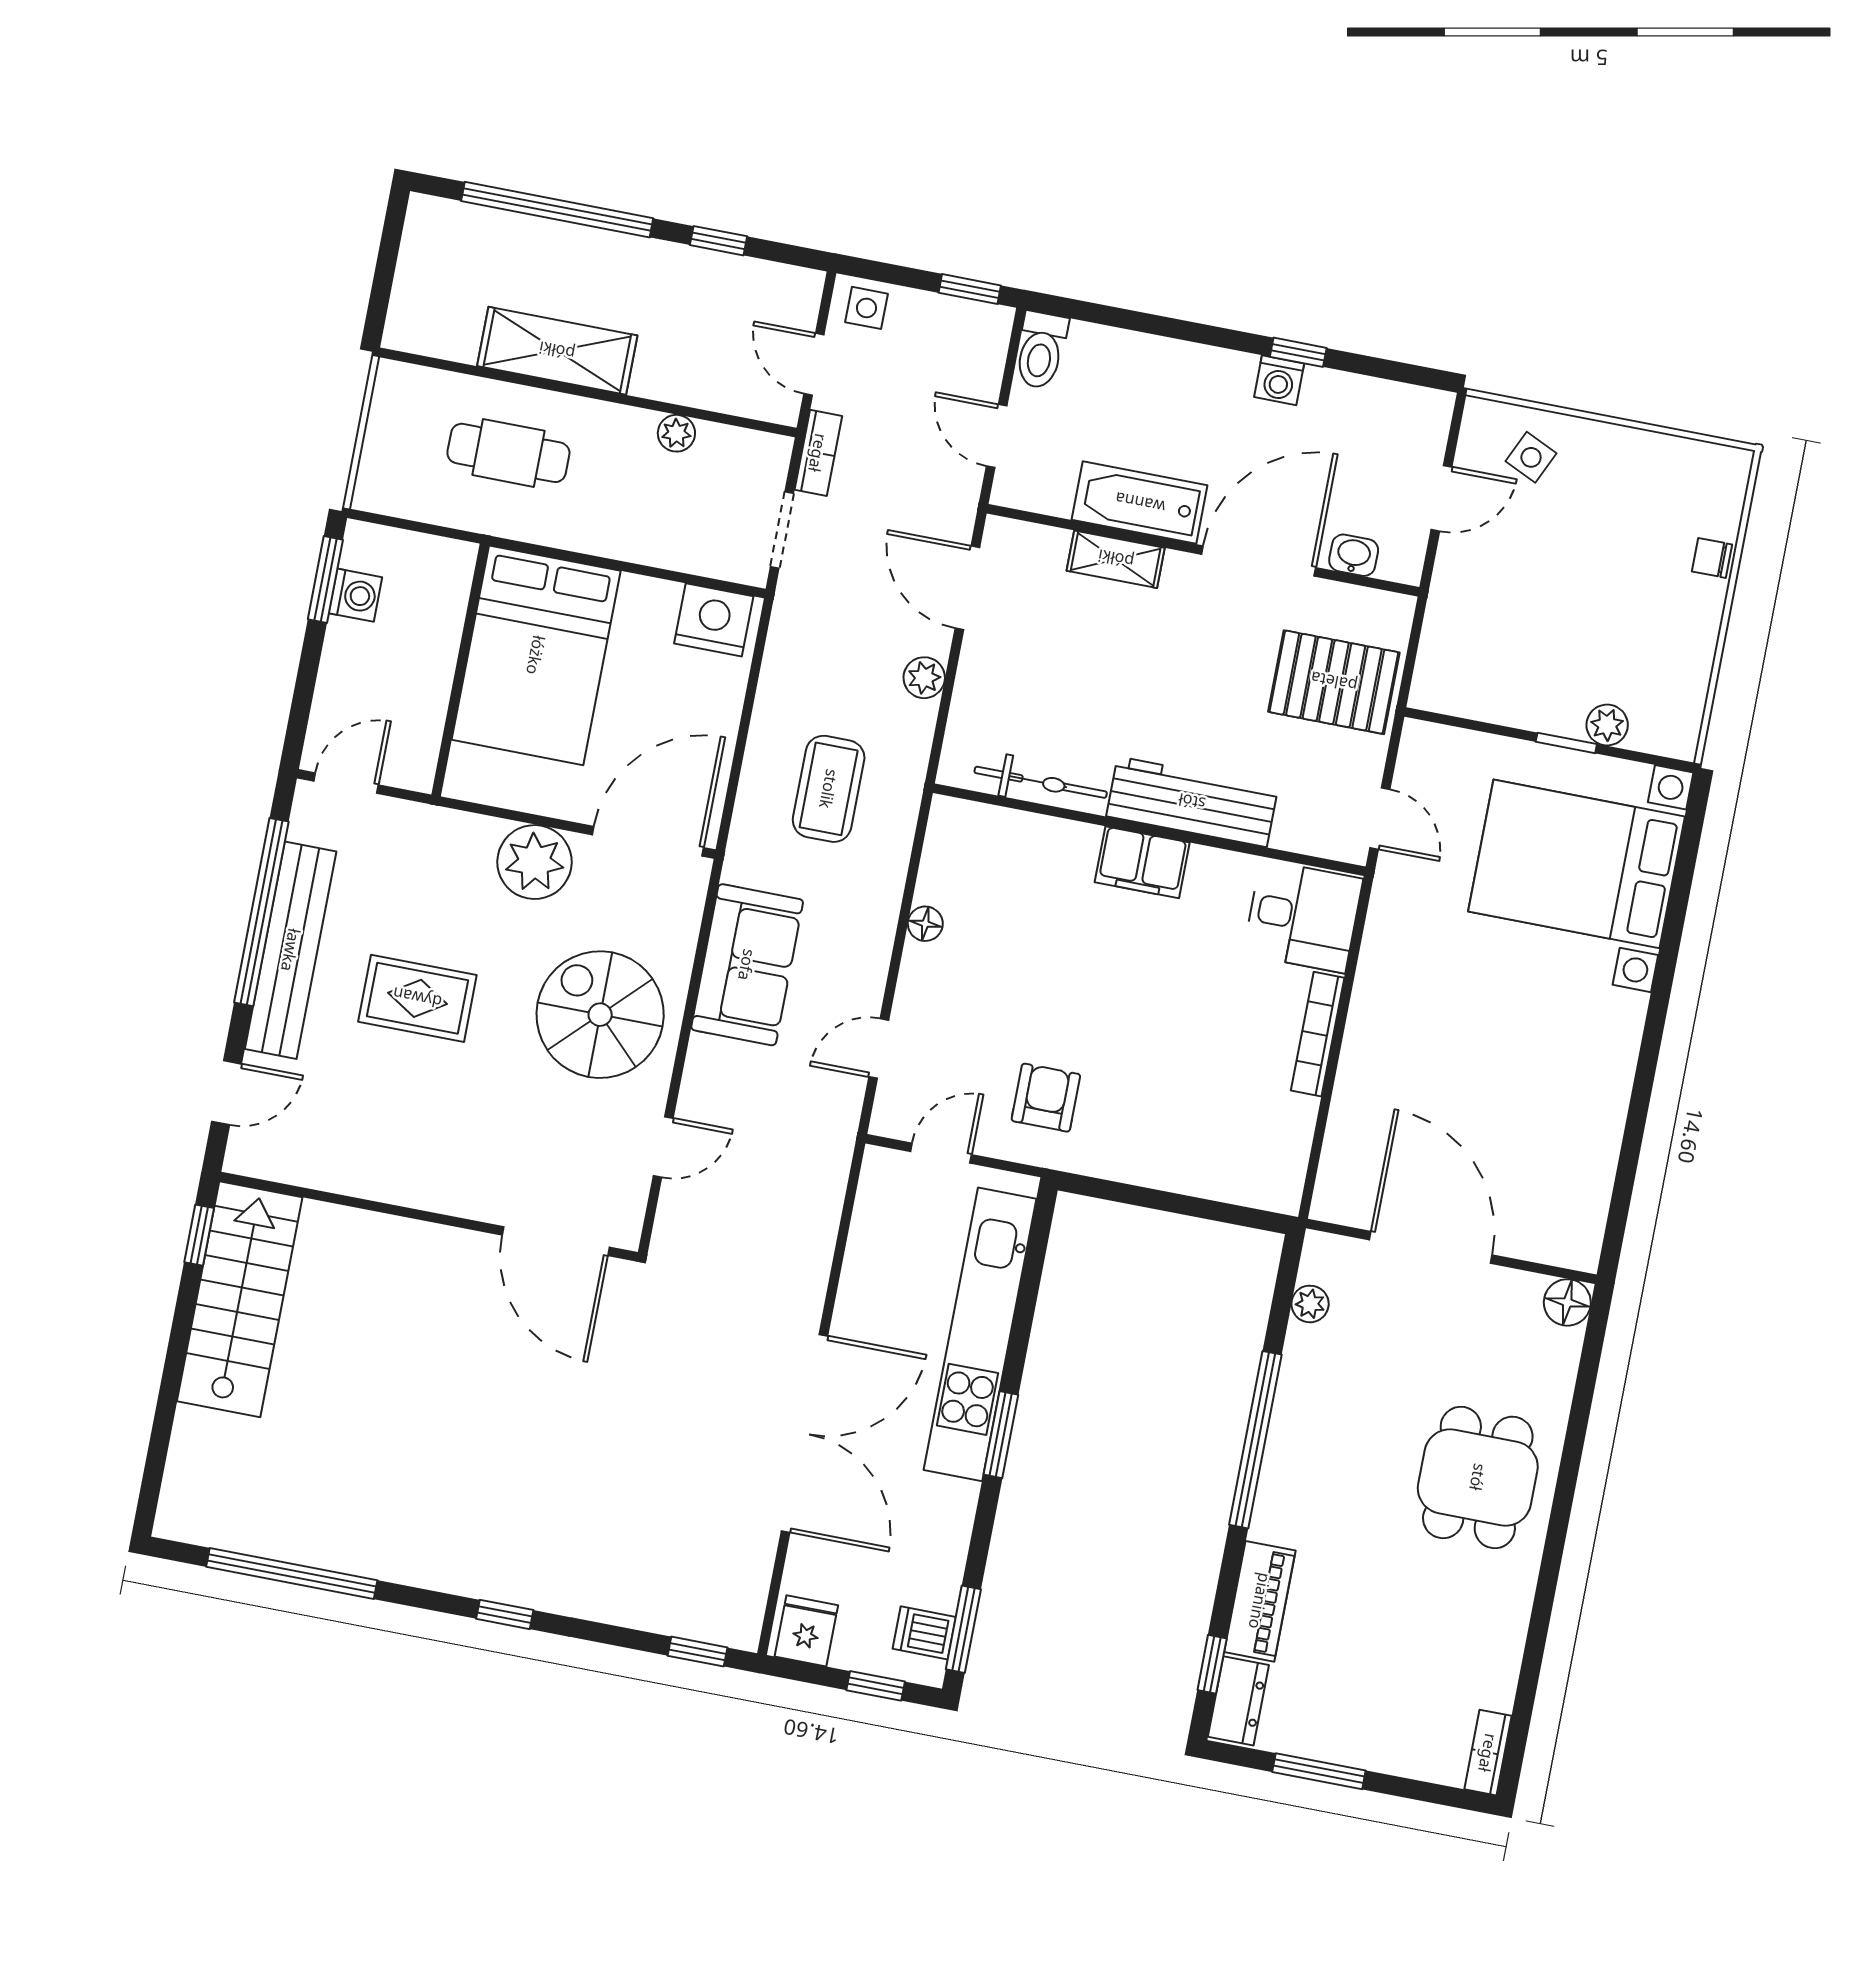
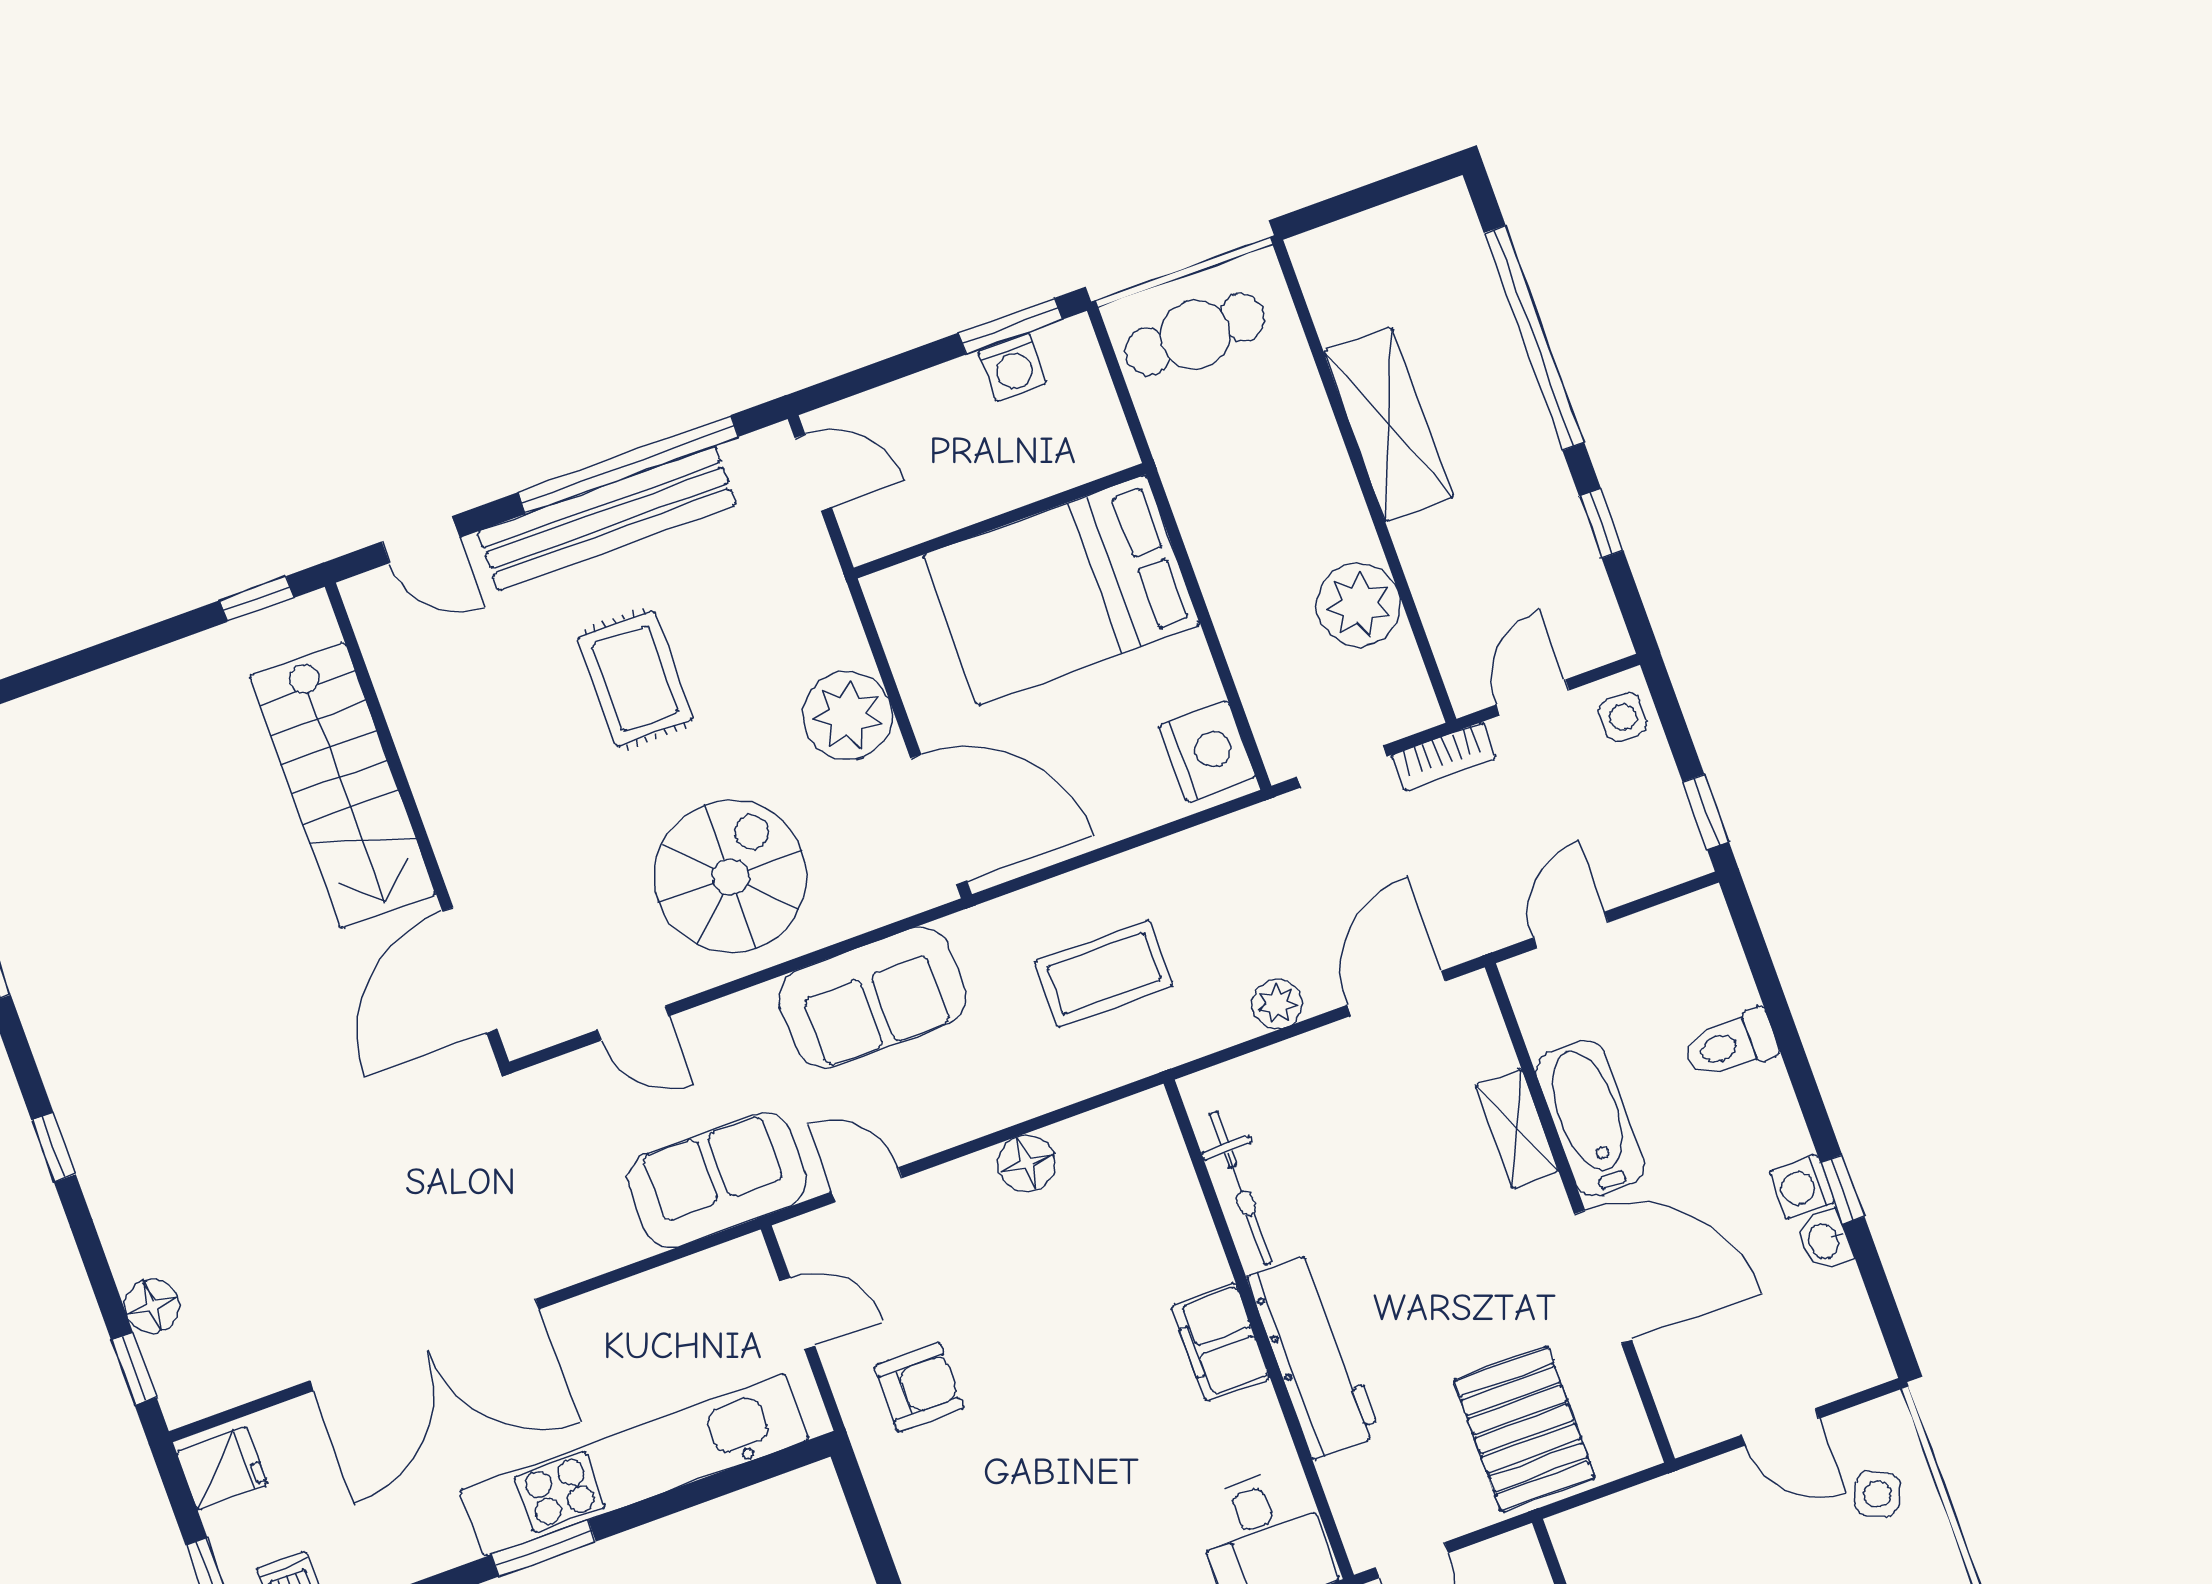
toilet: (1041, 350) -> (1730, 1045), moved
plant: (676, 433) -> (1359, 605), width x1.88, depth x1.88
cafe table: (508, 453) -> (1195, 335), moved, turned 90
washbasin: (1354, 555) -> (1825, 1241), moved, turned 180
floor lamp: (925, 924) -> (1027, 1163), width x1.37, depth x1.37
sofa: (812, 1154) -> (717, 1180), added
stairs: (240, 1299) -> (343, 785), moved, turned 90
floor lamp: (660, 1612) -> (152, 1306), added

